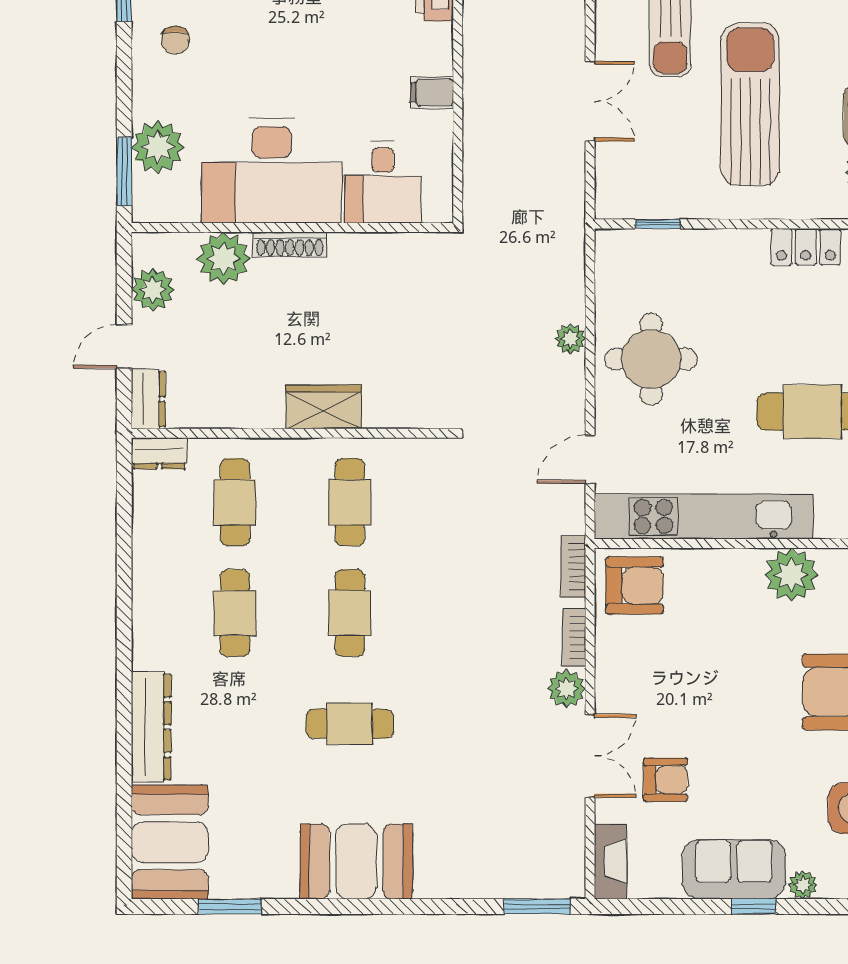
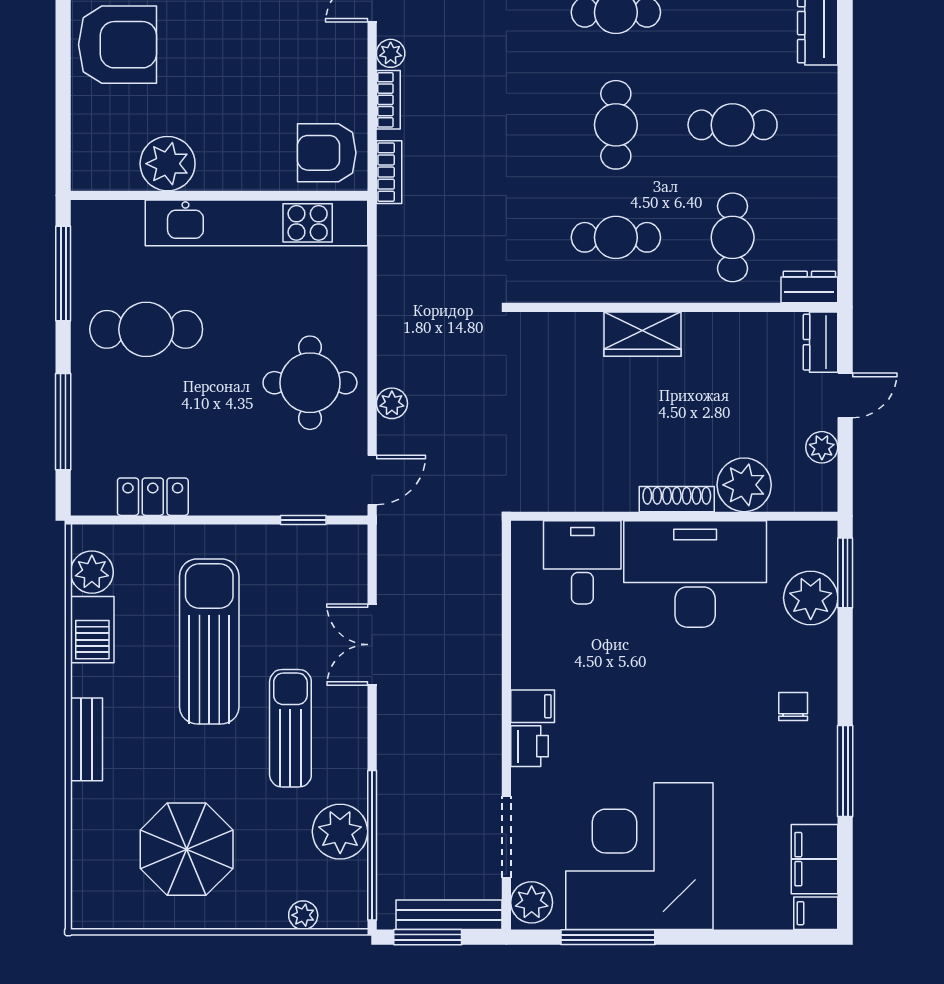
filing cabinet: (432, 92) -> (533, 706), moved
sun lounger: (750, 104) -> (209, 641), turned 180
plant: (153, 290) -> (822, 447), width x0.73, depth x0.73
door: (590, 459) -> (372, 480), moved
cafe table: (350, 502) -> (616, 237), turned 90
cafe table: (235, 613) -> (733, 125), turned 90
plant: (566, 689) -> (391, 53), width x0.73, depth x0.73

